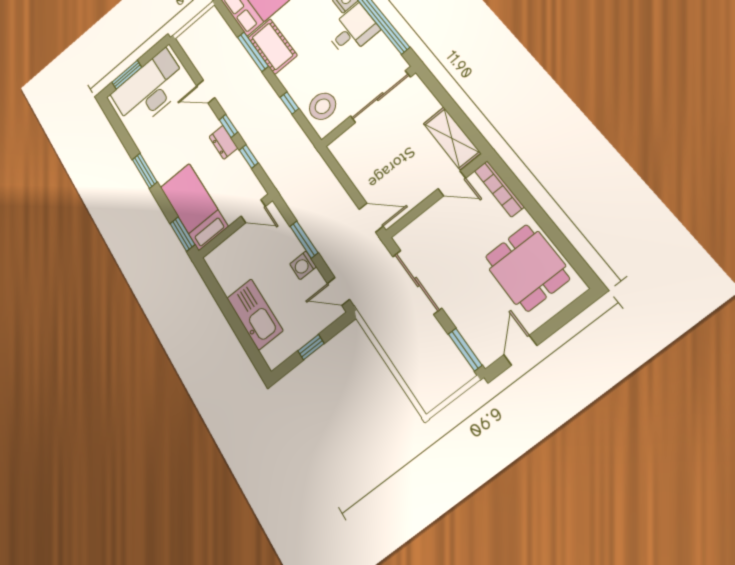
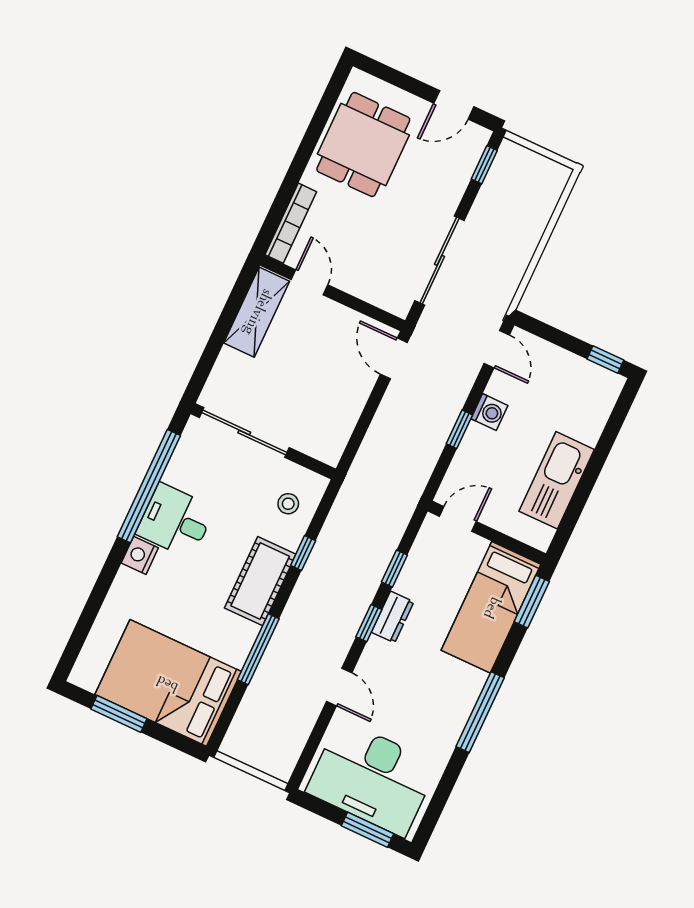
cot: (272, 46) -> (260, 581), moved
stool: (323, 106) -> (288, 504), width x0.53, depth x0.53
window: (145, 171) -> (480, 712), width x1.44
door: (253, 211) -> (458, 519), hinge flipped
window: (304, 240) -> (459, 429), width x0.67
kitchen sink: (255, 314) -> (557, 480), moved
window: (311, 347) -> (605, 359), moved
window: (465, 350) -> (484, 165), width x0.67

